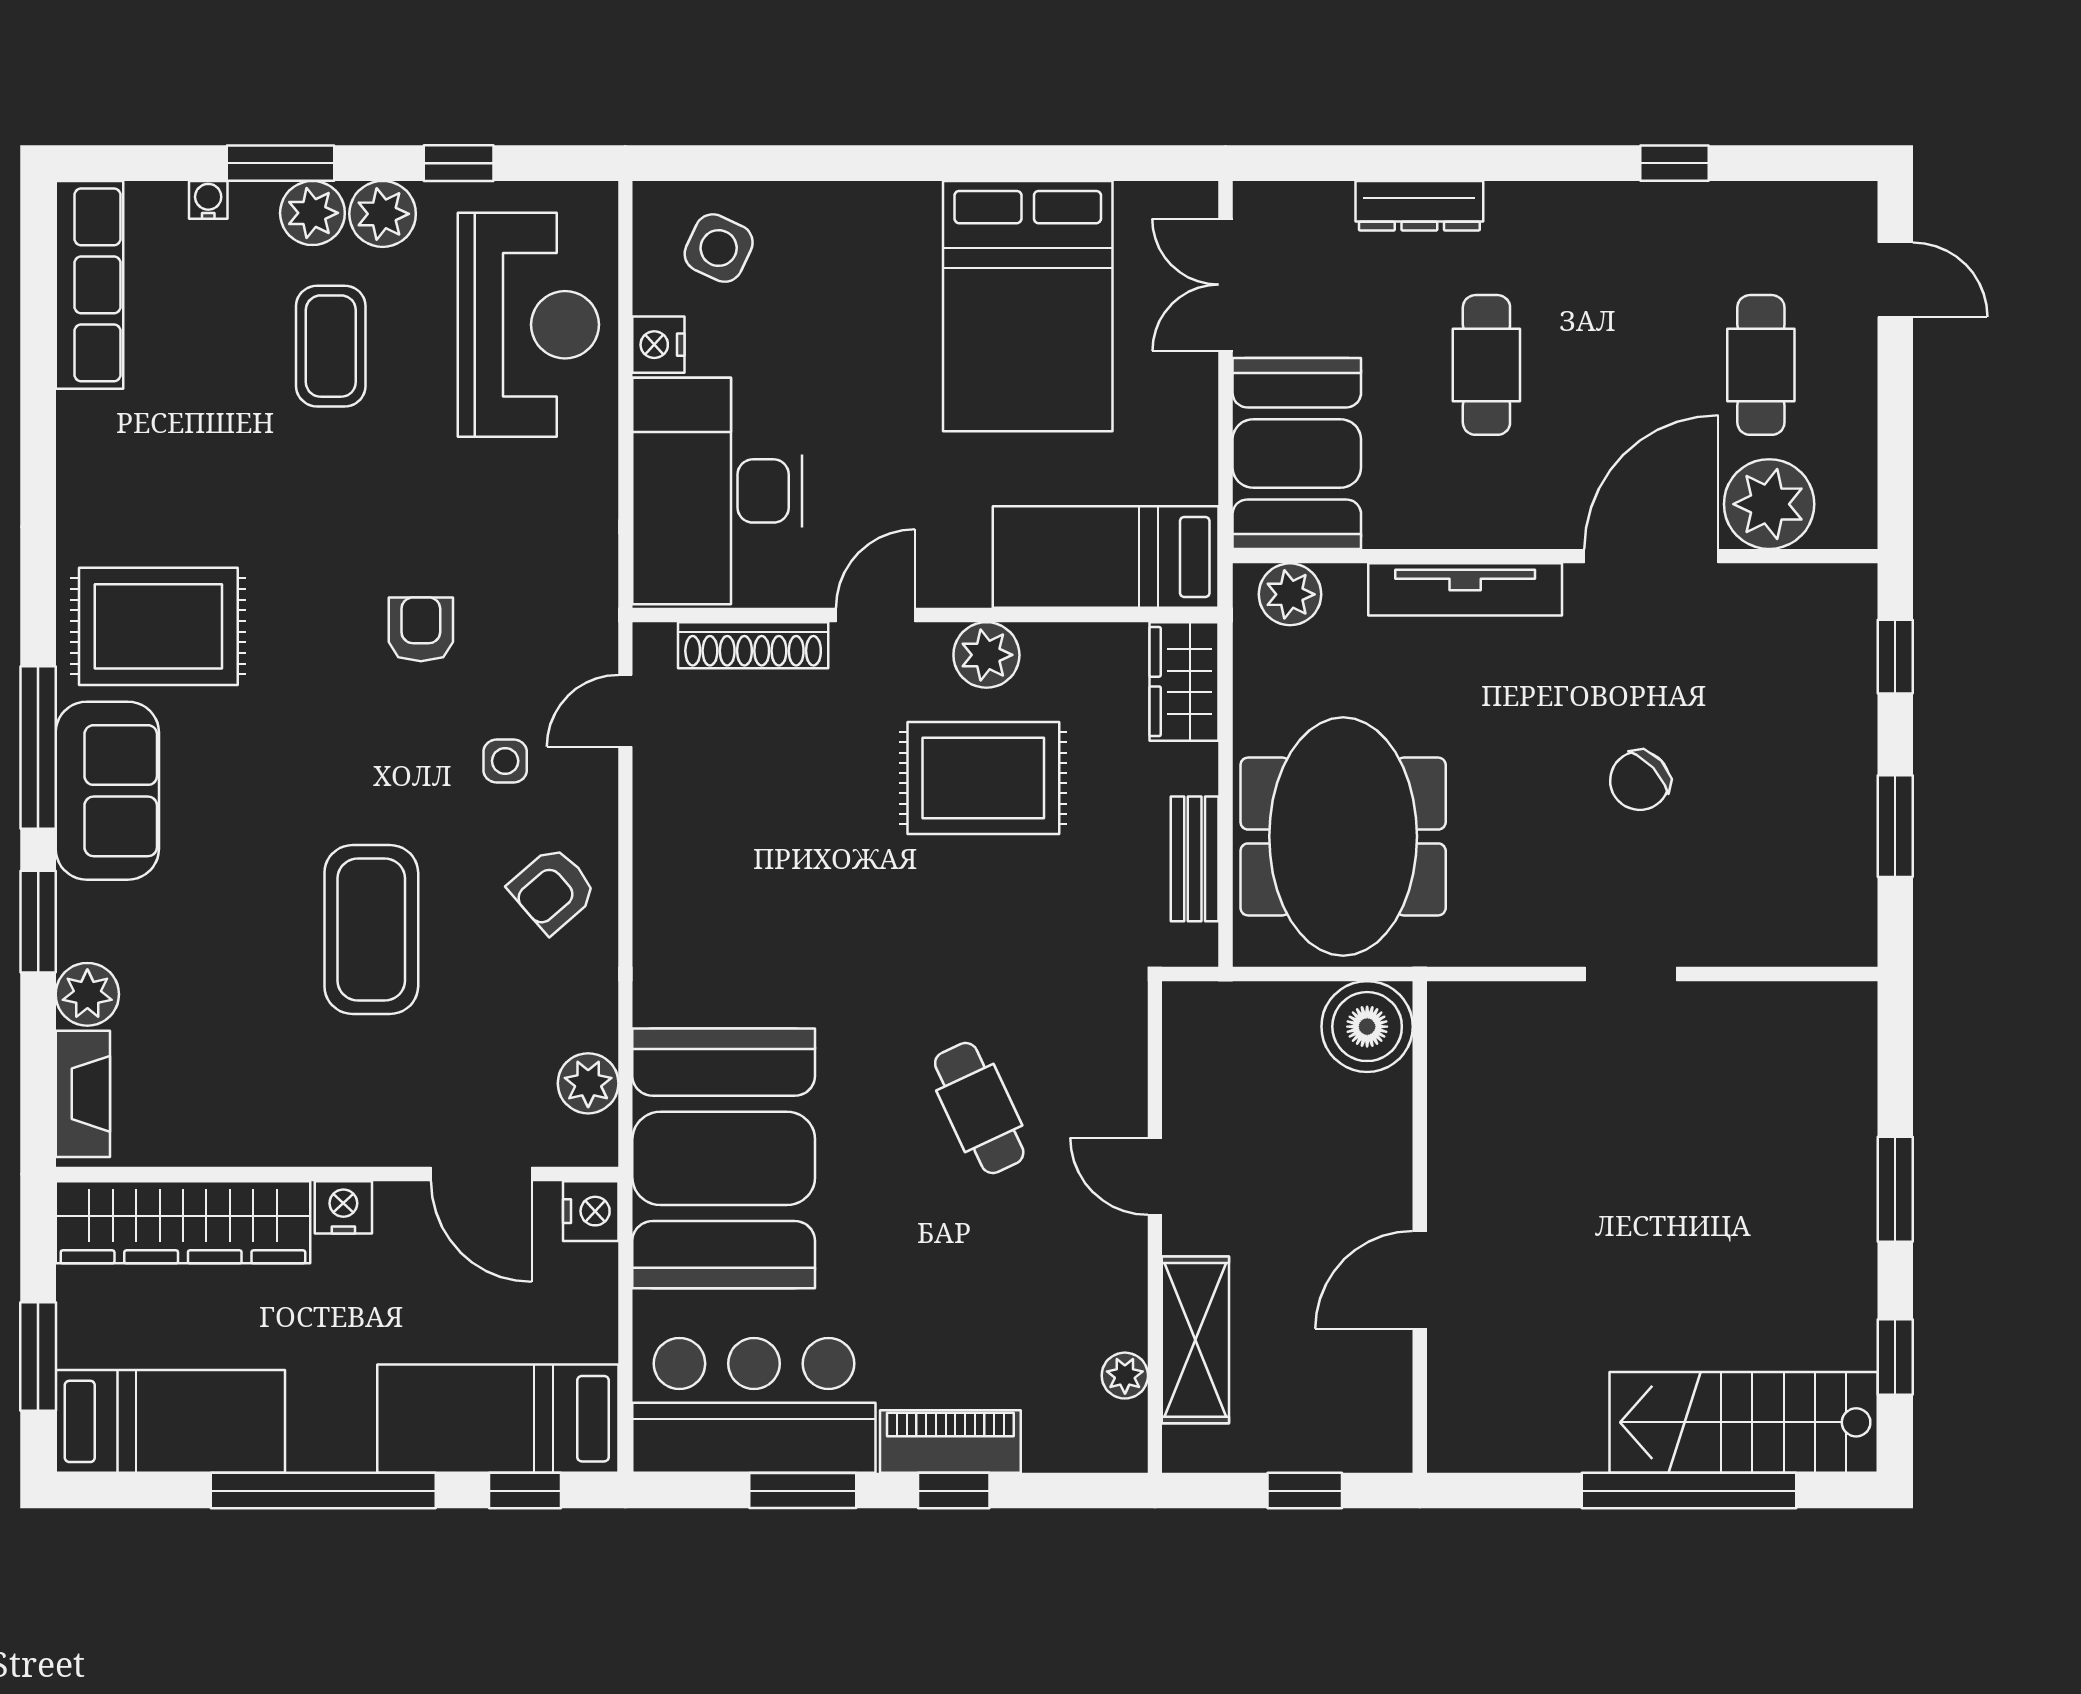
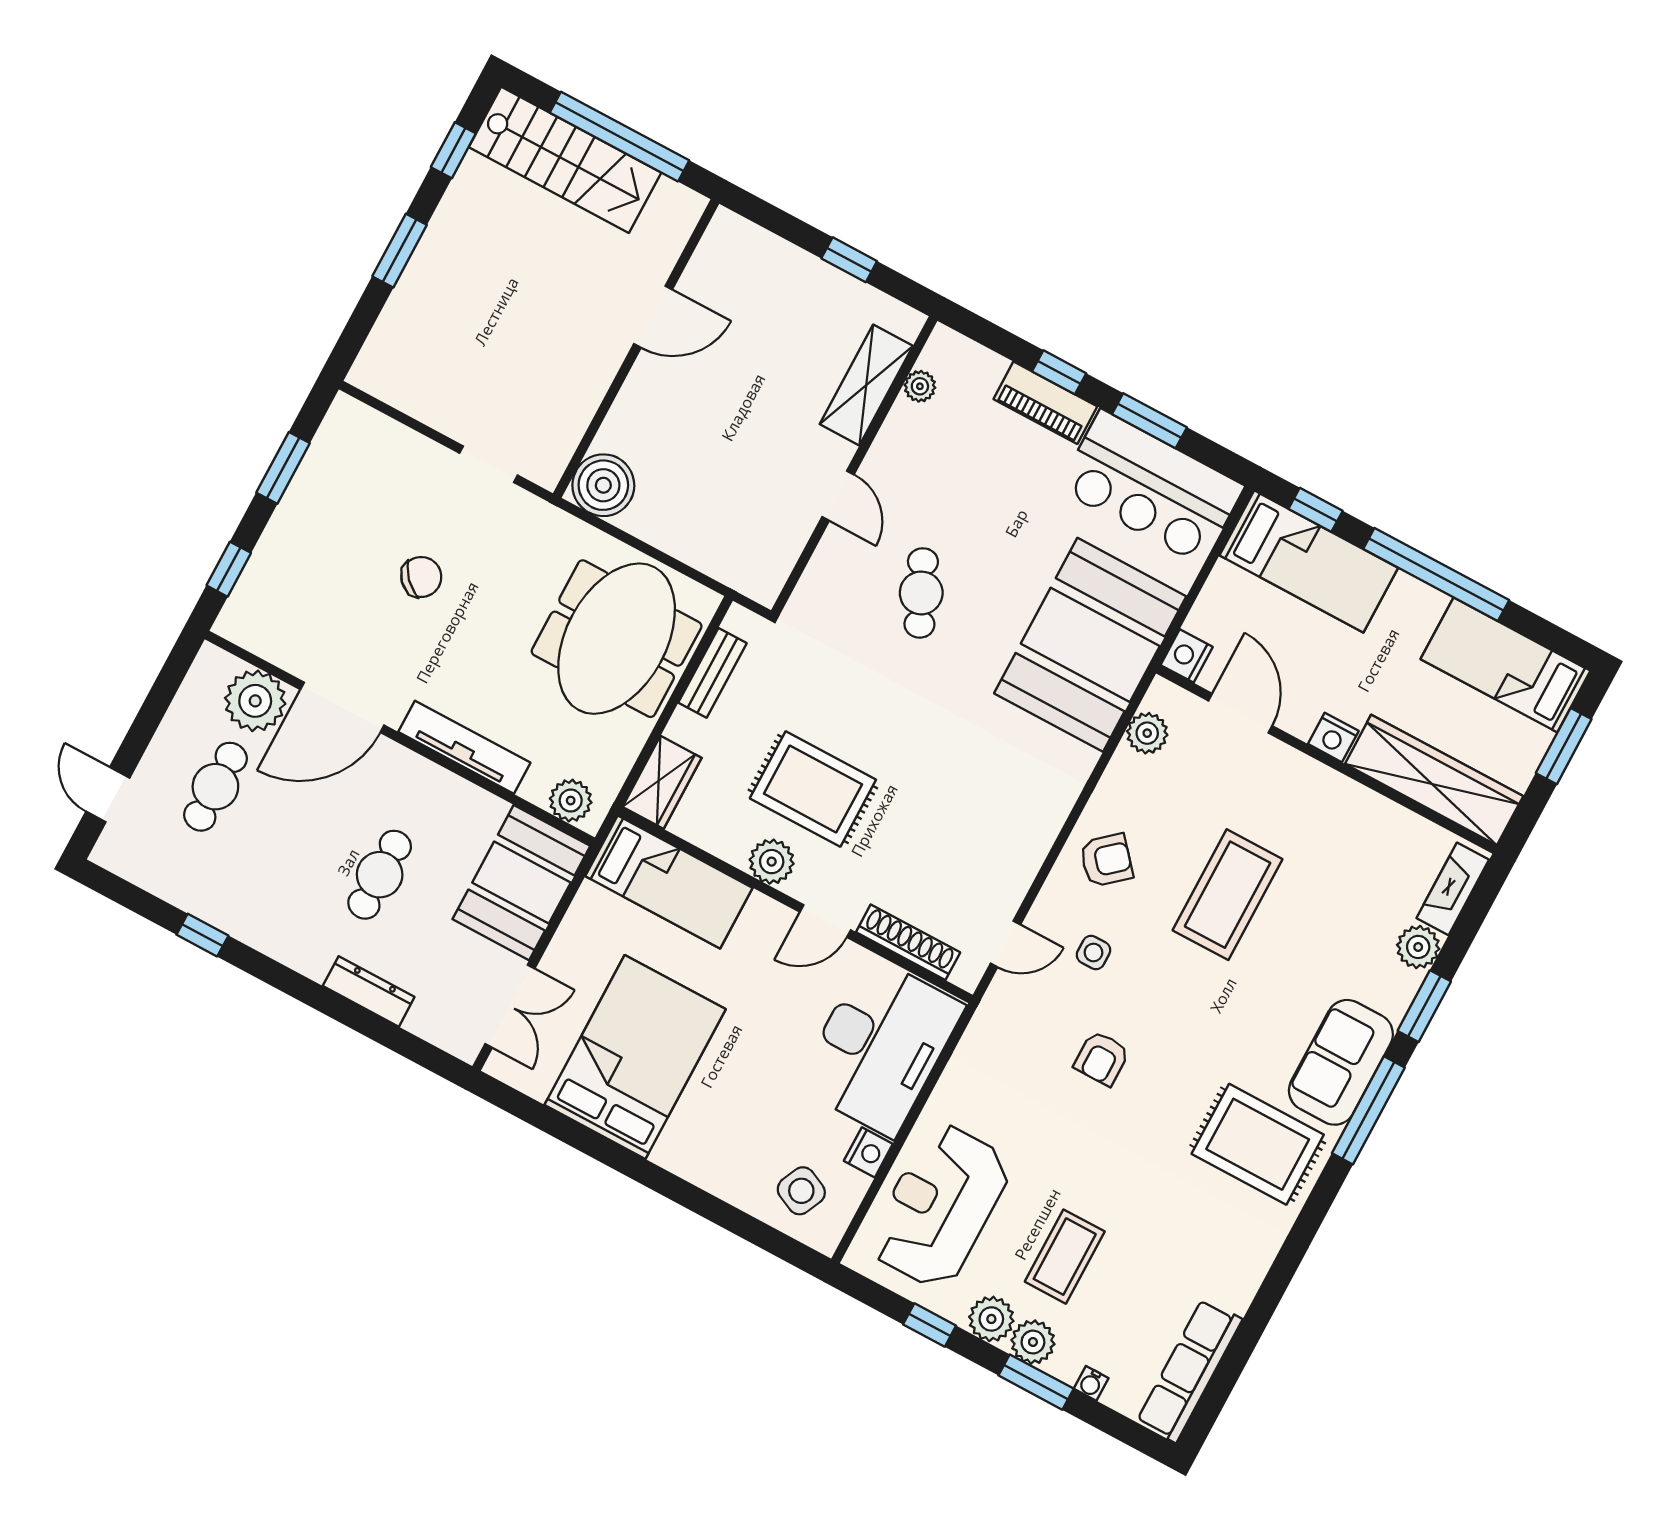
boiler: (1367, 1027) -> (603, 485), moved
wall: (1420, 1227) -> (636, 348), moved
door: (1420, 1280) -> (653, 317), moved

